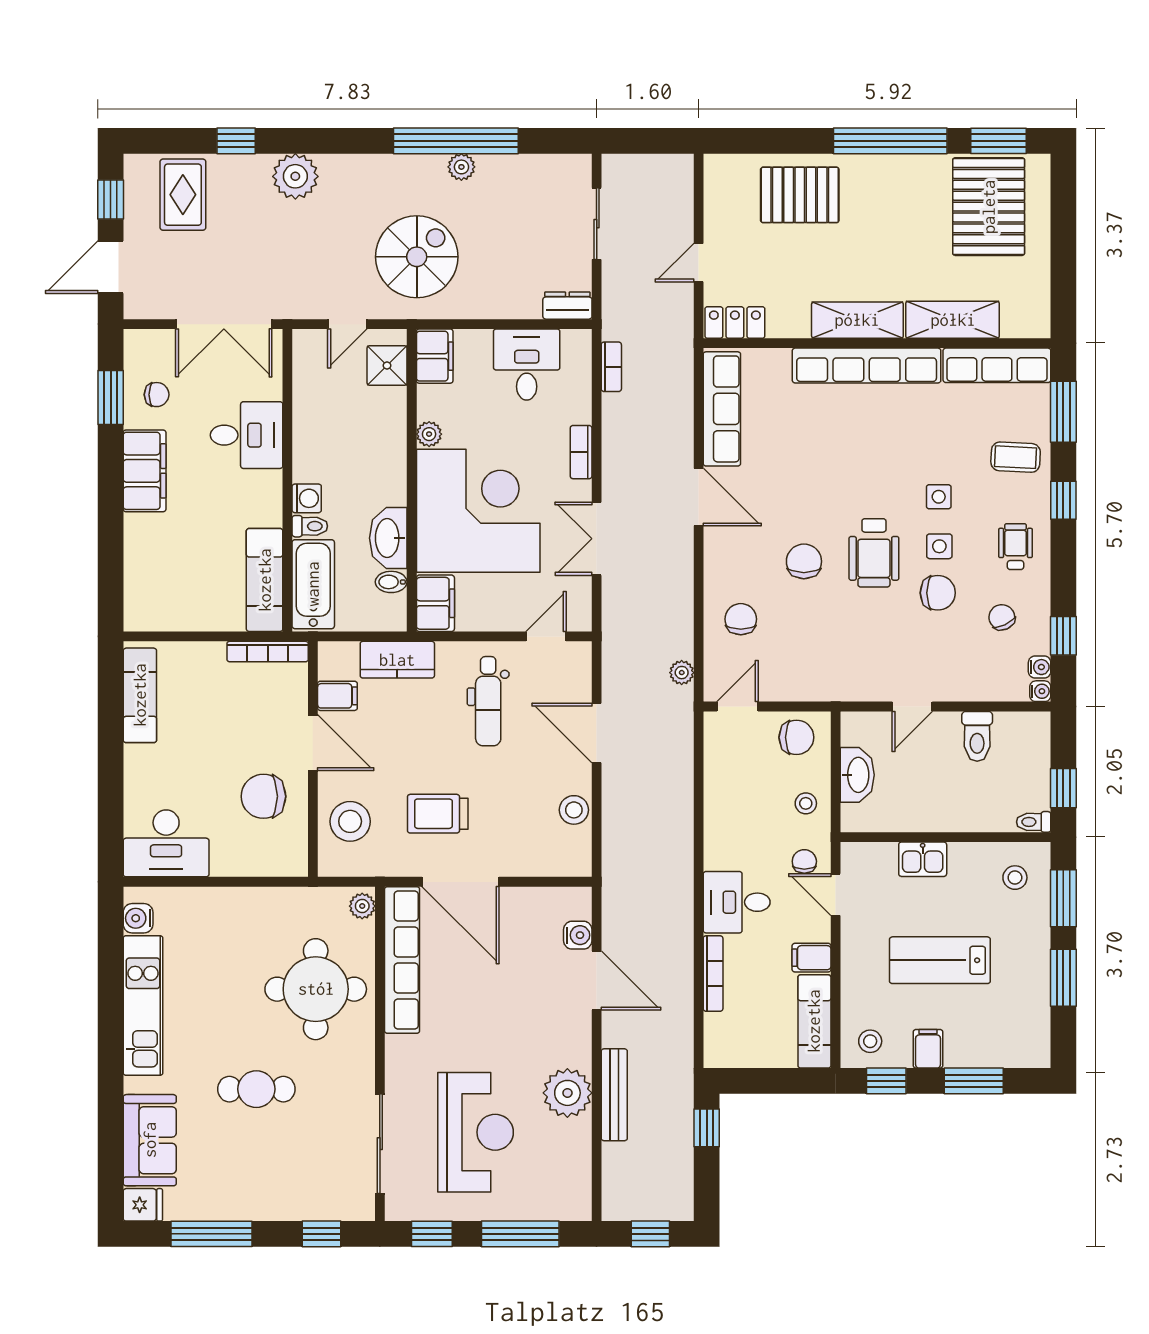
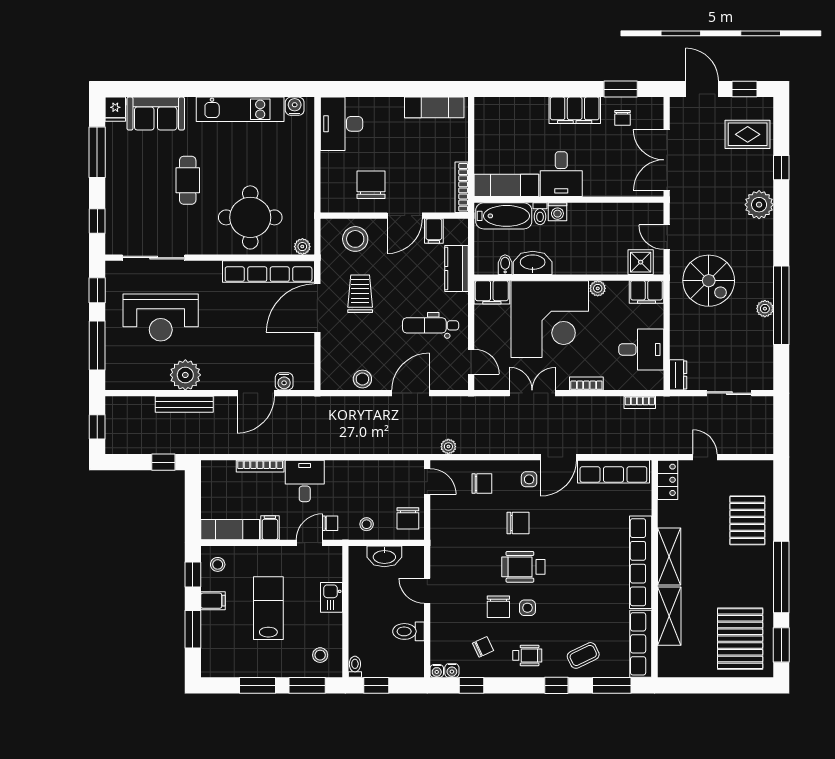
pallet: (989, 207) -> (740, 639), turned 90
desk: (247, 435) -> (561, 174), moved
coffee table: (1016, 457) -> (583, 655), turned 61
side table: (939, 497) -> (529, 479), moved

